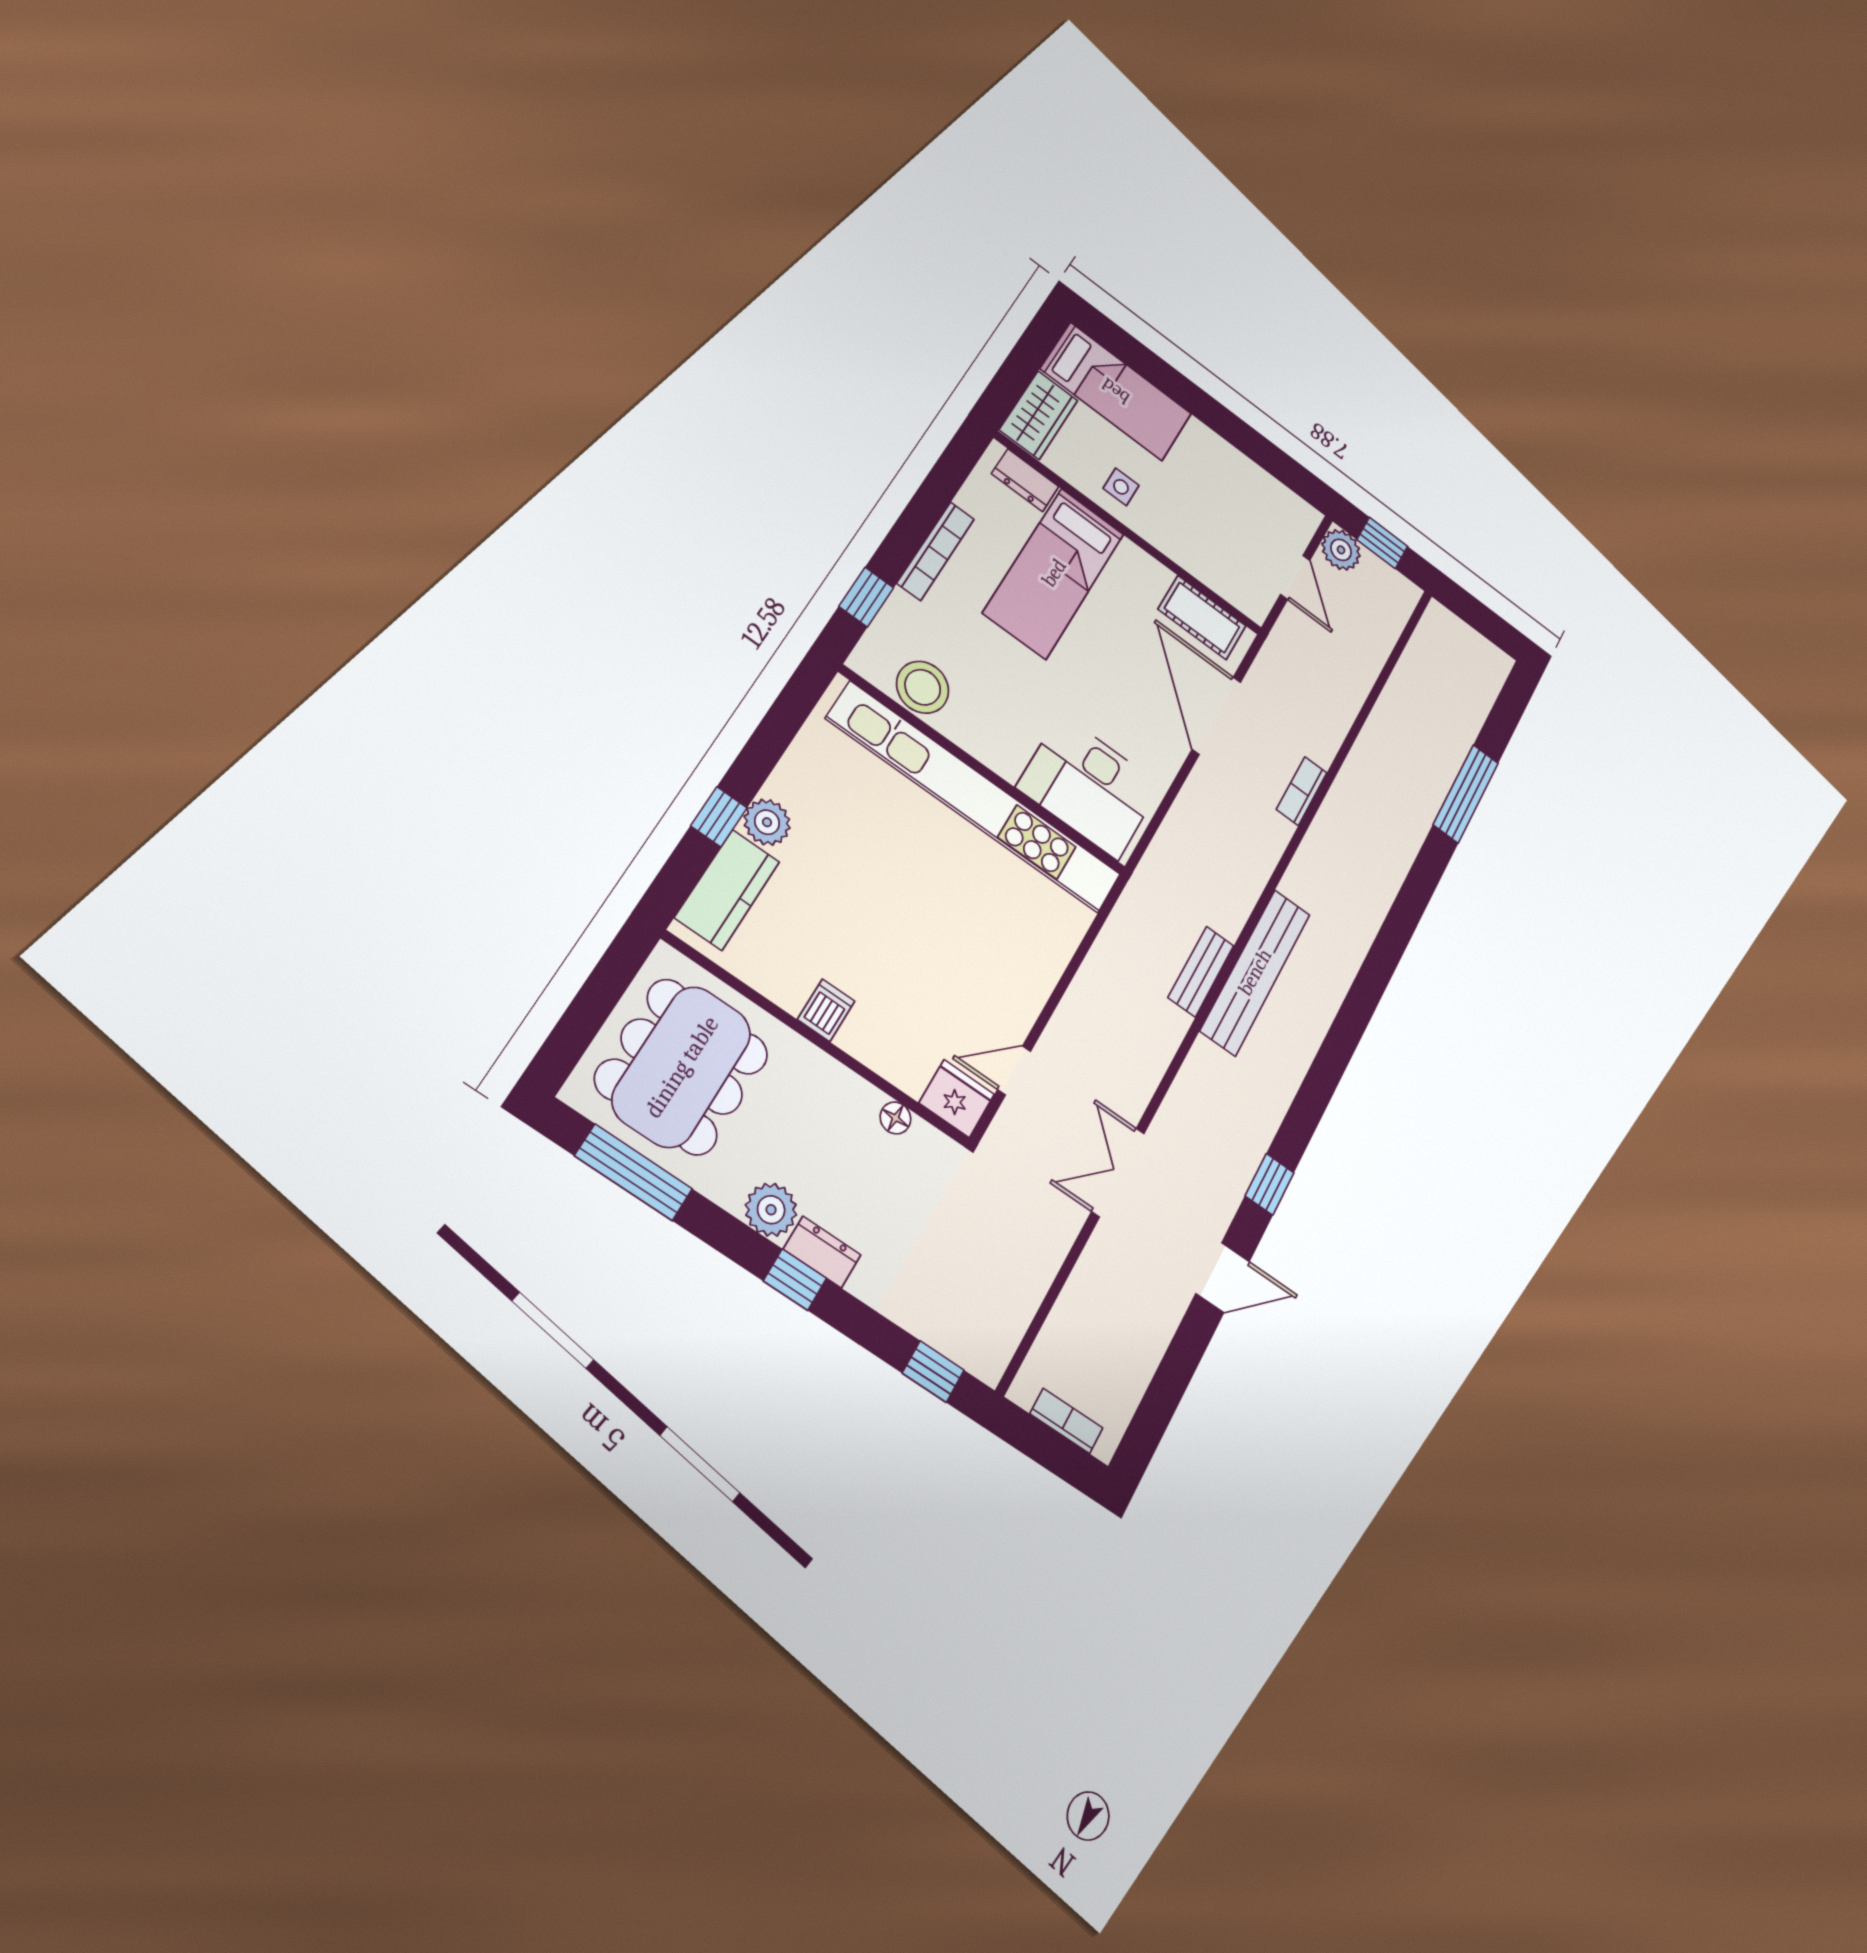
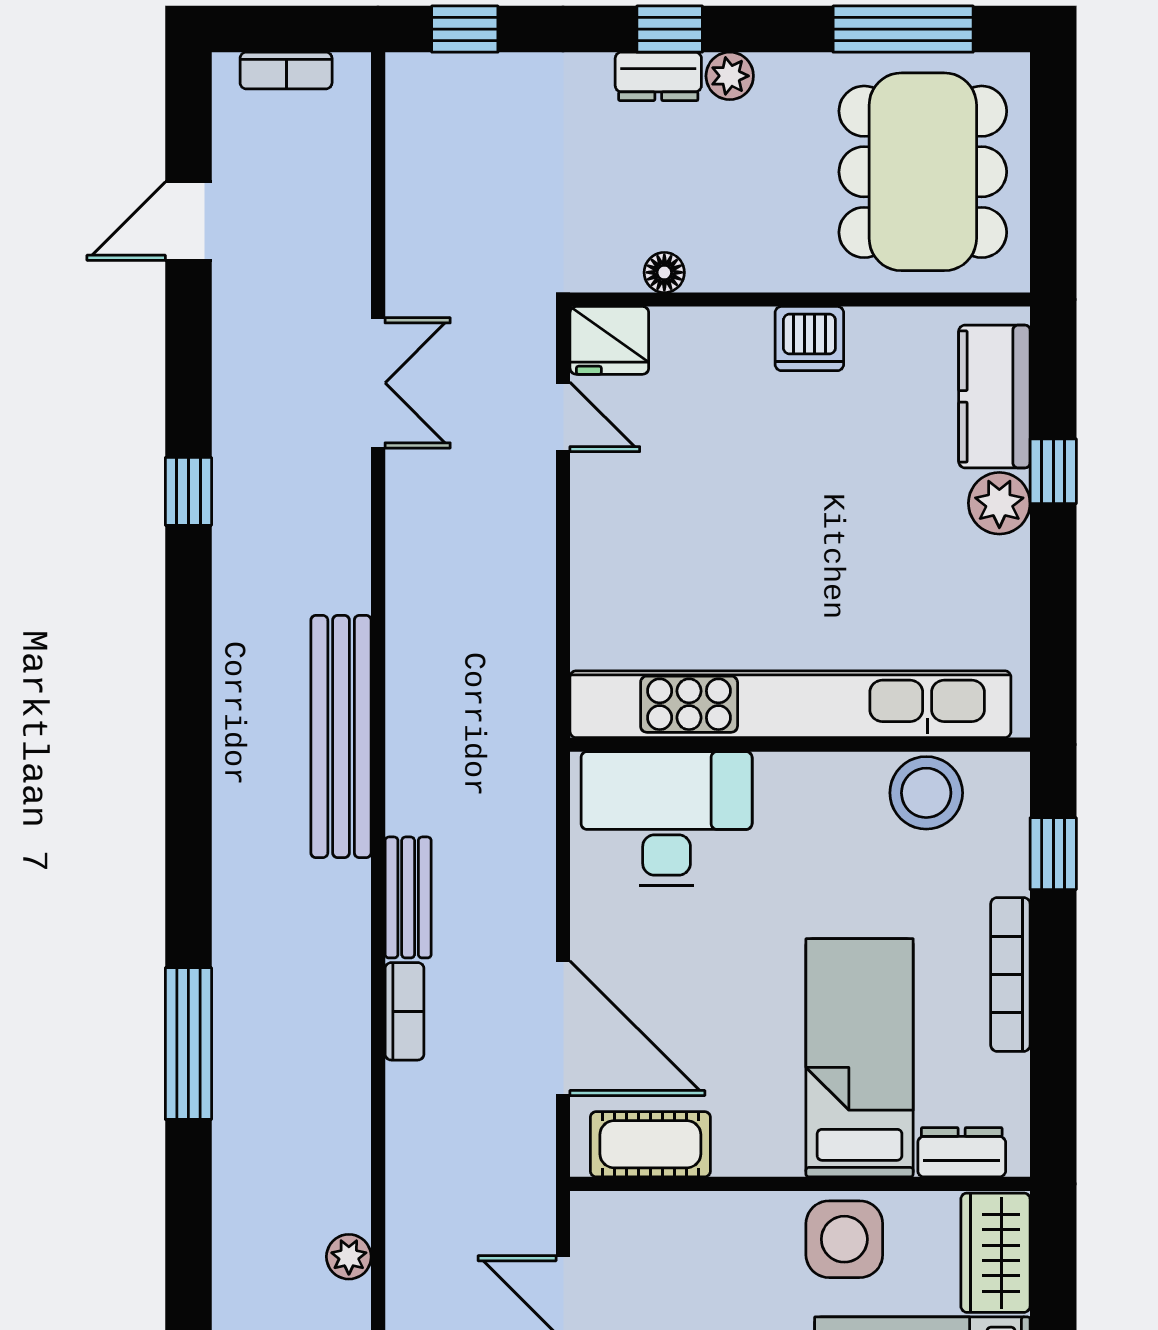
side table: (1121, 487) -> (844, 1239), width x1.87, depth x1.87
plant: (1402, 685) -> (349, 1257), added
window: (1466, 794) -> (188, 1044), moved
bench: (1201, 972) -> (408, 897), moved
dishwasher: (826, 1010) -> (809, 339), width x1.38
door: (1014, 1070) -> (563, 417), hinge flipped
plant: (771, 1210) -> (730, 76), width x0.73, depth x0.73
door: (1223, 1278) -> (188, 221), moved

